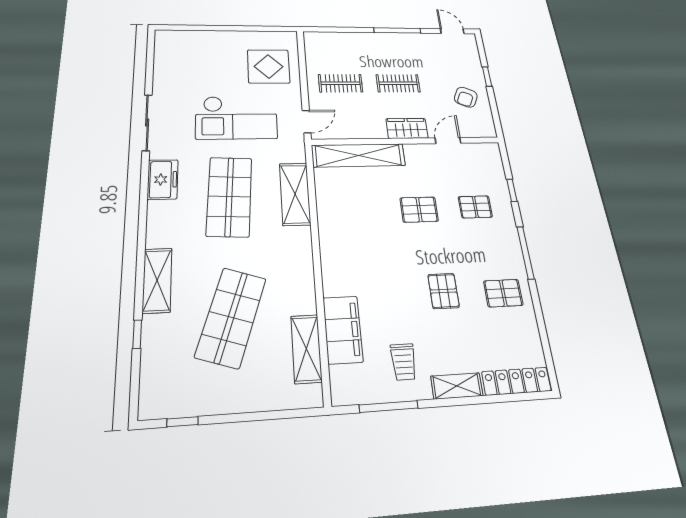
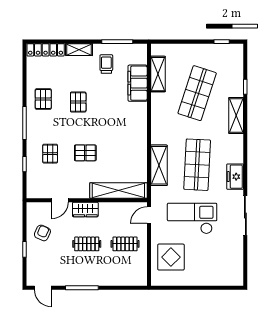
pallet: (475, 207) -> (50, 154), turned 90
pallet: (503, 293) -> (43, 99), turned 90

